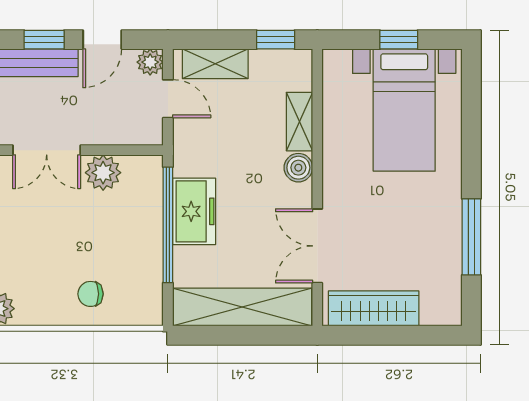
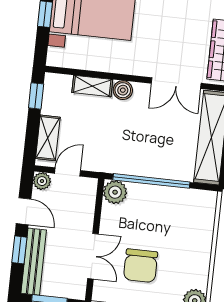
plant: (103, 173) -> (115, 192), moved
freezer: (194, 211) -> (144, 163), removed
chair: (91, 294) -> (141, 266), moved, width x1.87, depth x1.87

